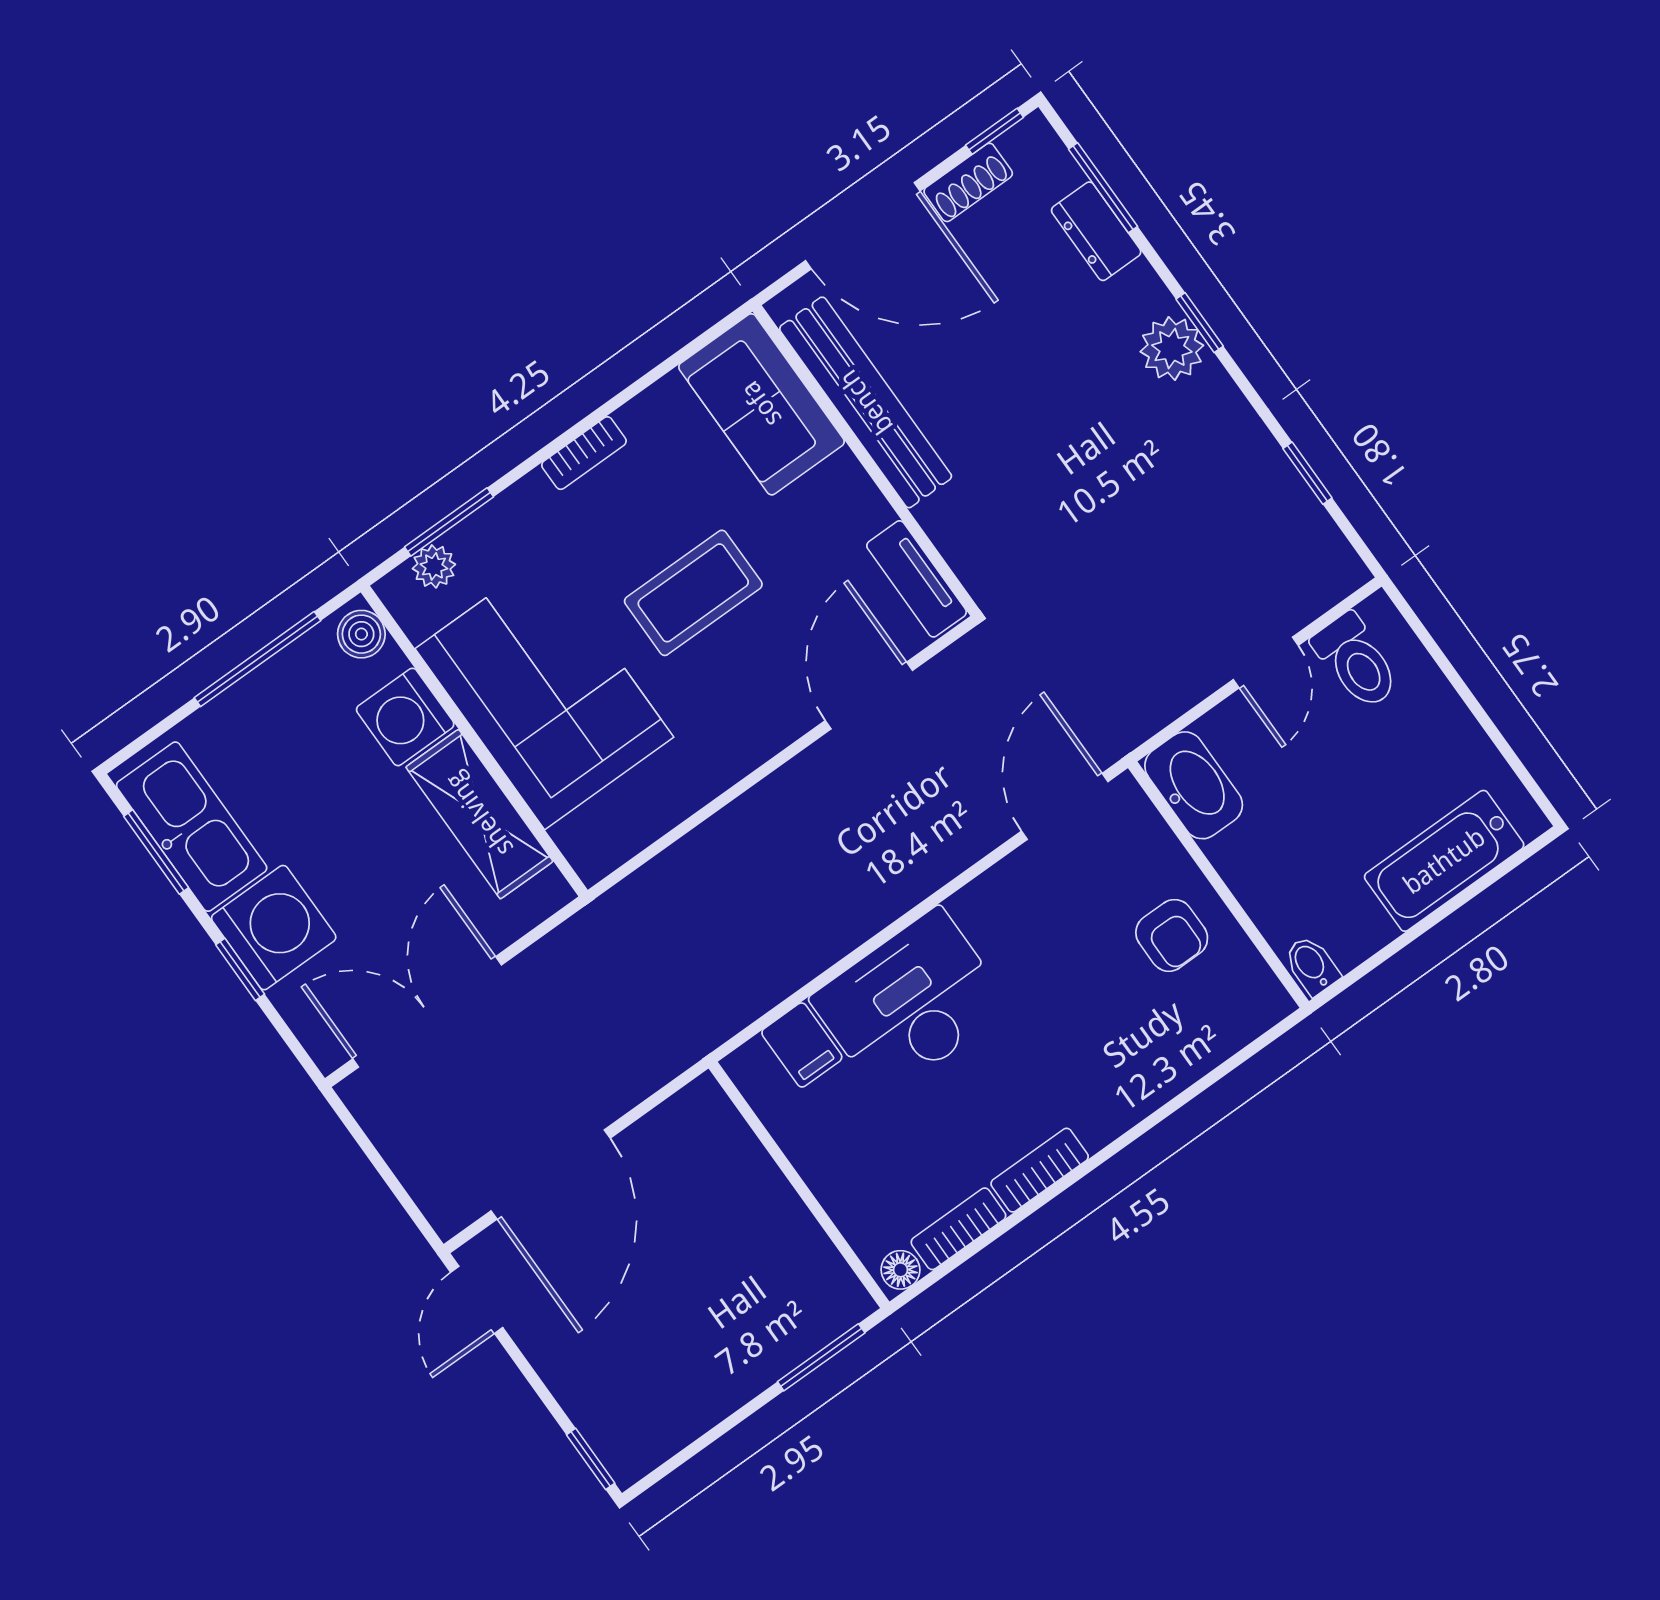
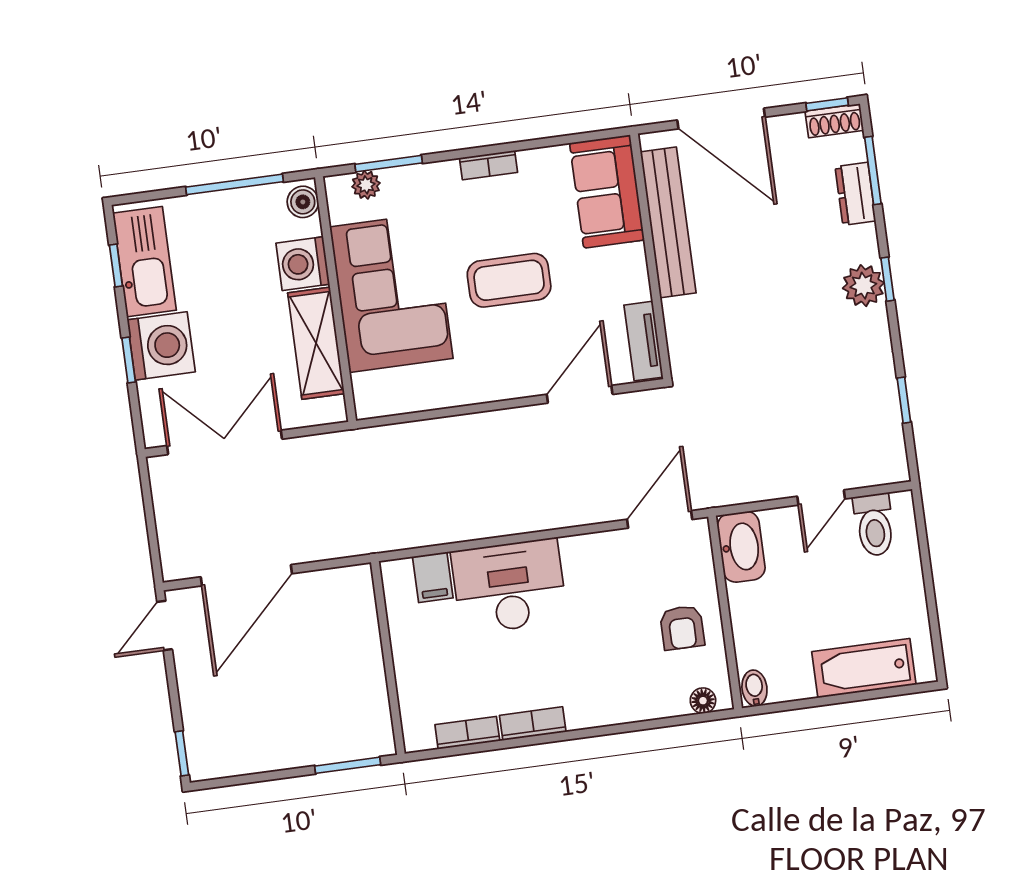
shoe rack: (968, 182) -> (834, 121), moved
window: (156, 852) -> (116, 266), width x0.67
floor lamp: (900, 1270) -> (703, 701), moved

